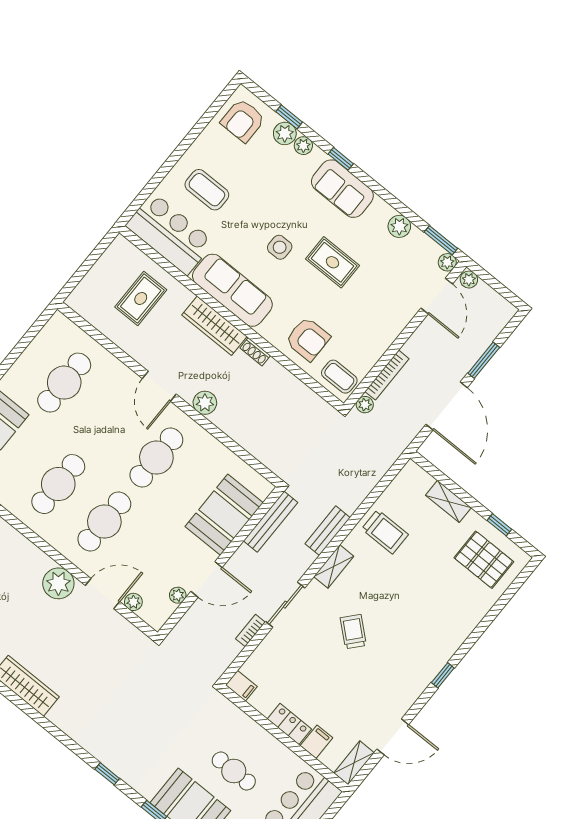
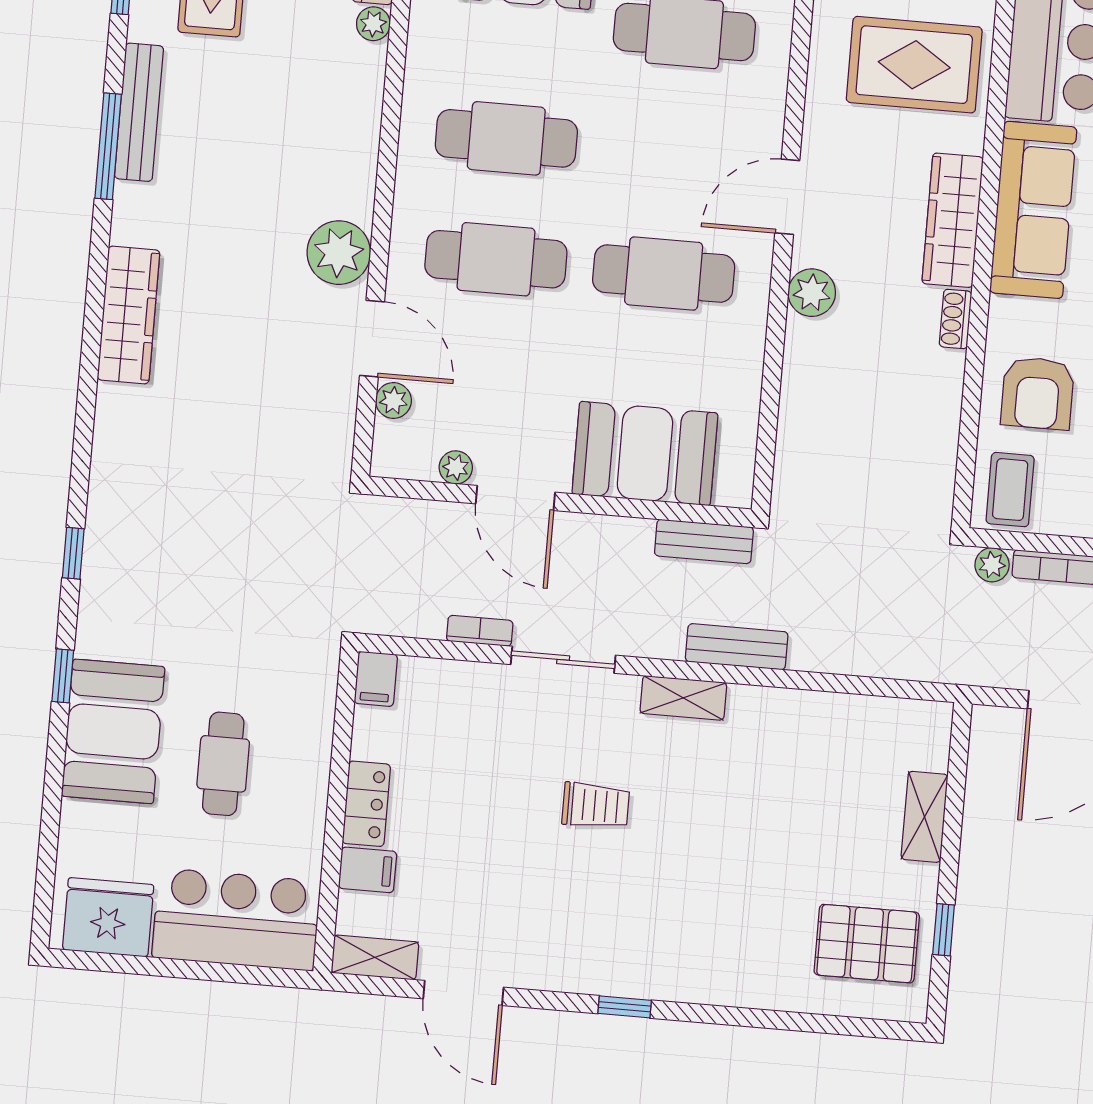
rug: (141, 298) -> (914, 65), width x1.36, depth x1.43
bench: (271, 522) -> (704, 541), width x0.73
trolley: (385, 532) -> (801, 745), removed
pallet: (484, 560) -> (867, 944), turned 90
trolley: (353, 632) -> (596, 806), turned 49

